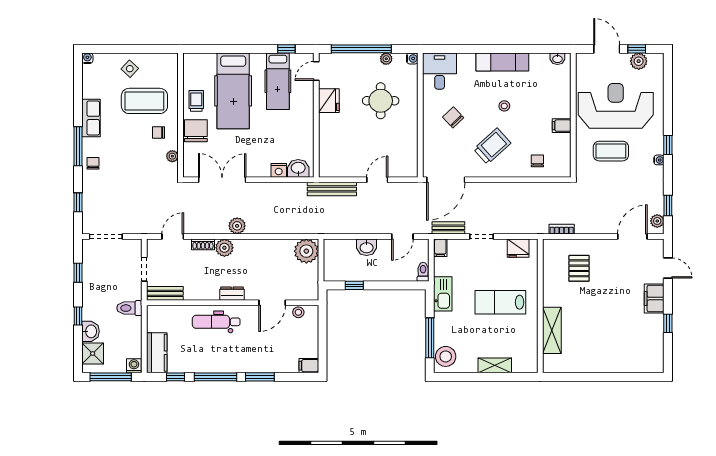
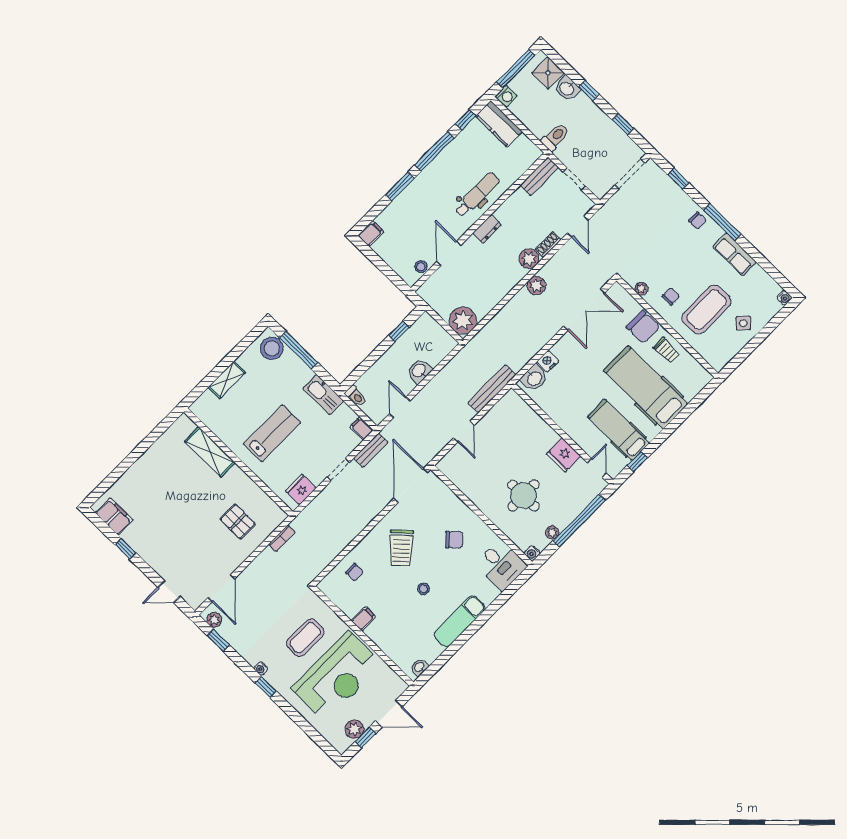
filing cabinet: (654, 299) -> (114, 516), moved

